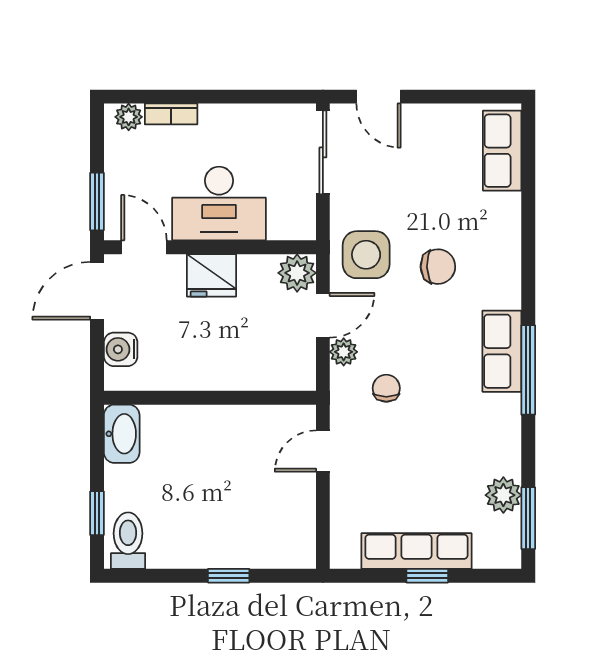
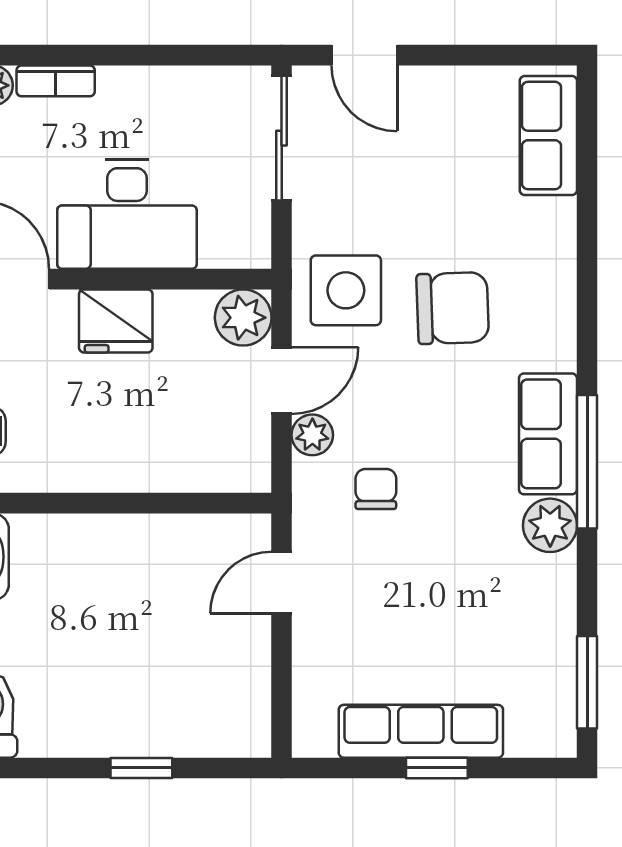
chair: (438, 267) -> (453, 308), width x1.37, depth x1.37
plant: (503, 495) -> (550, 525), moved

